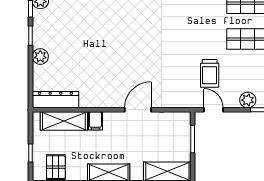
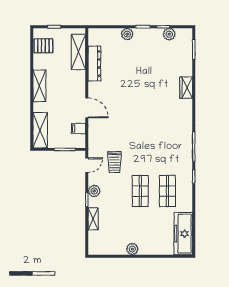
trolley: (210, 73) -> (114, 162), turned -90
dresser: (55, 100) -> (94, 64), moved
filing cabinet: (95, 121) -> (78, 129), moved

